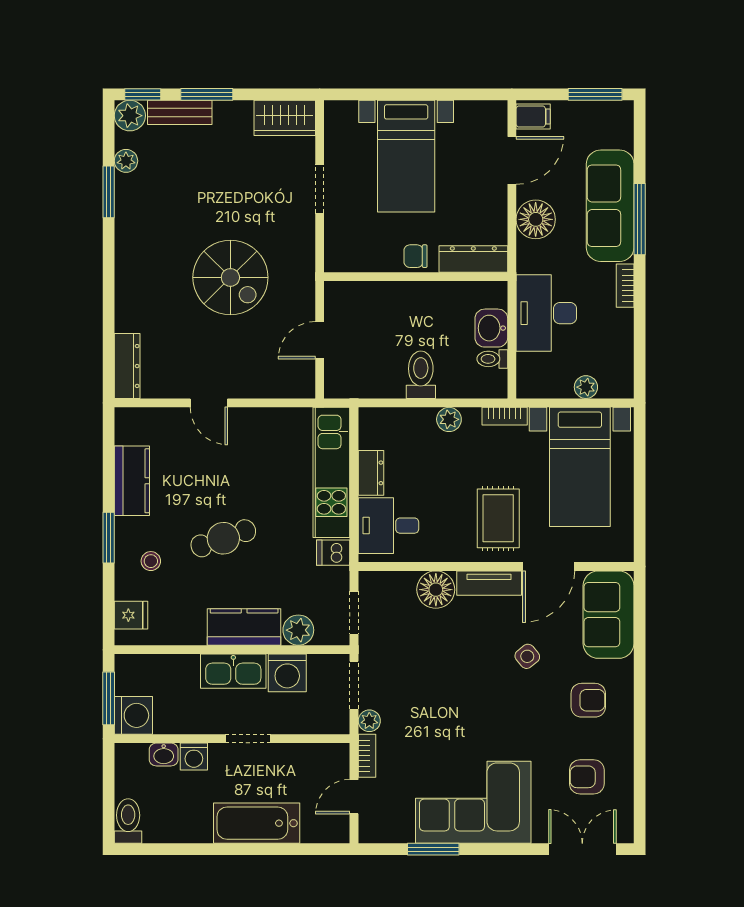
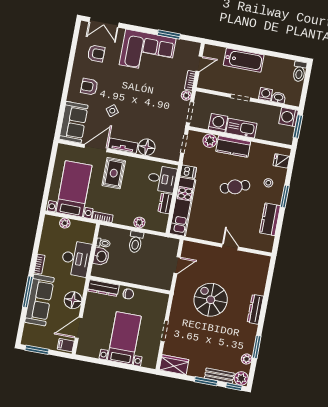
dresser: (127, 366) -> (255, 309), moved
plant: (449, 419) -> (139, 222), moved

